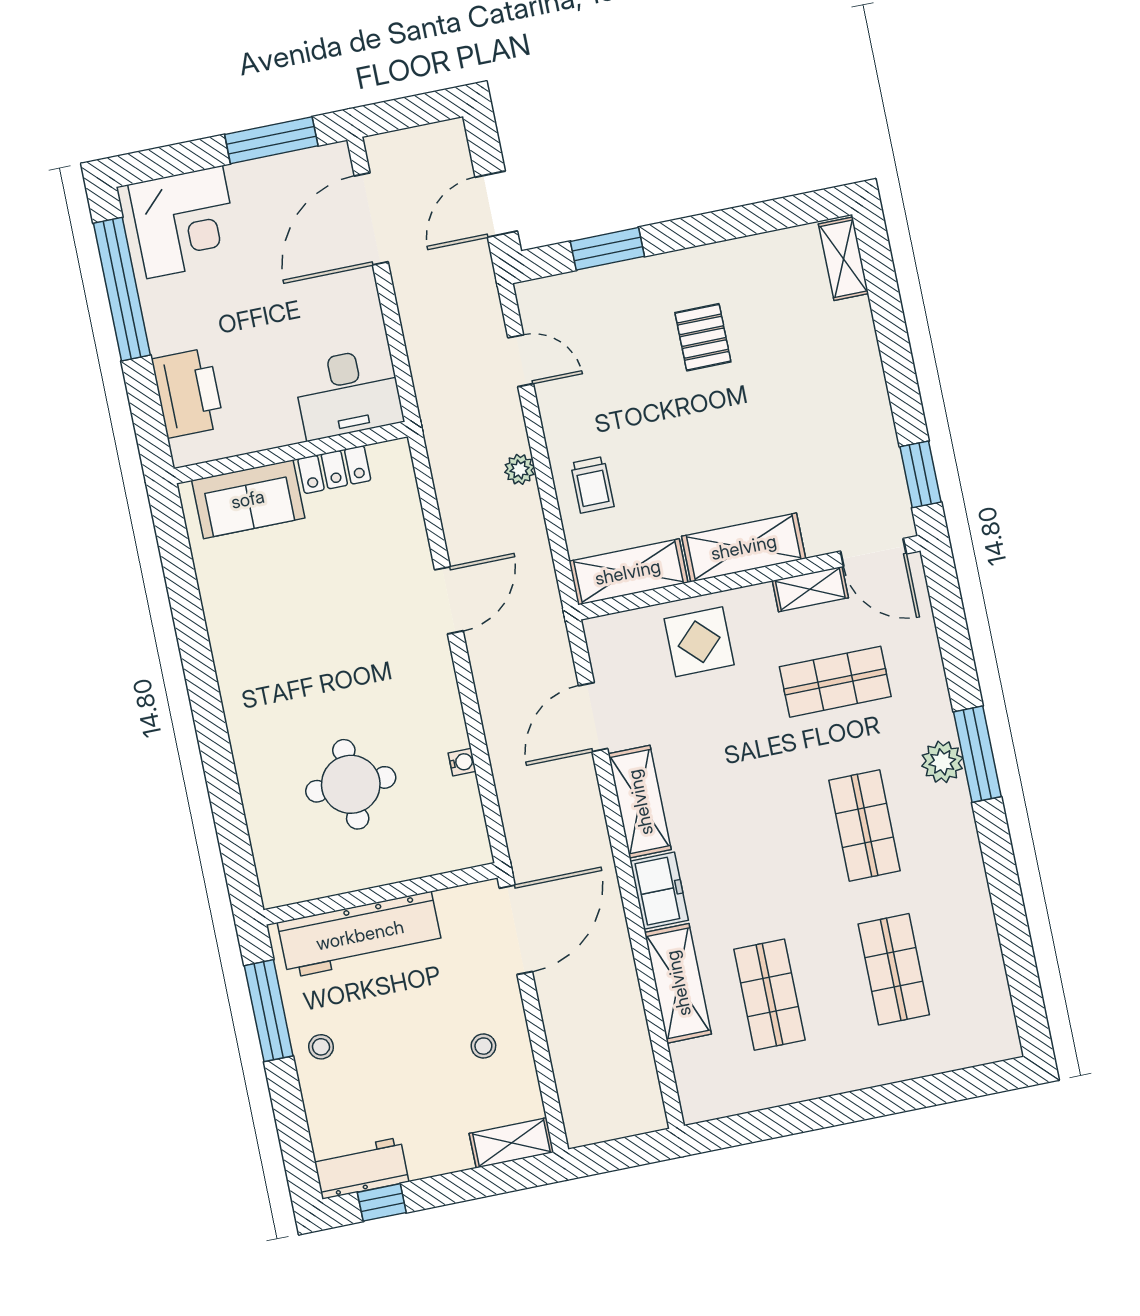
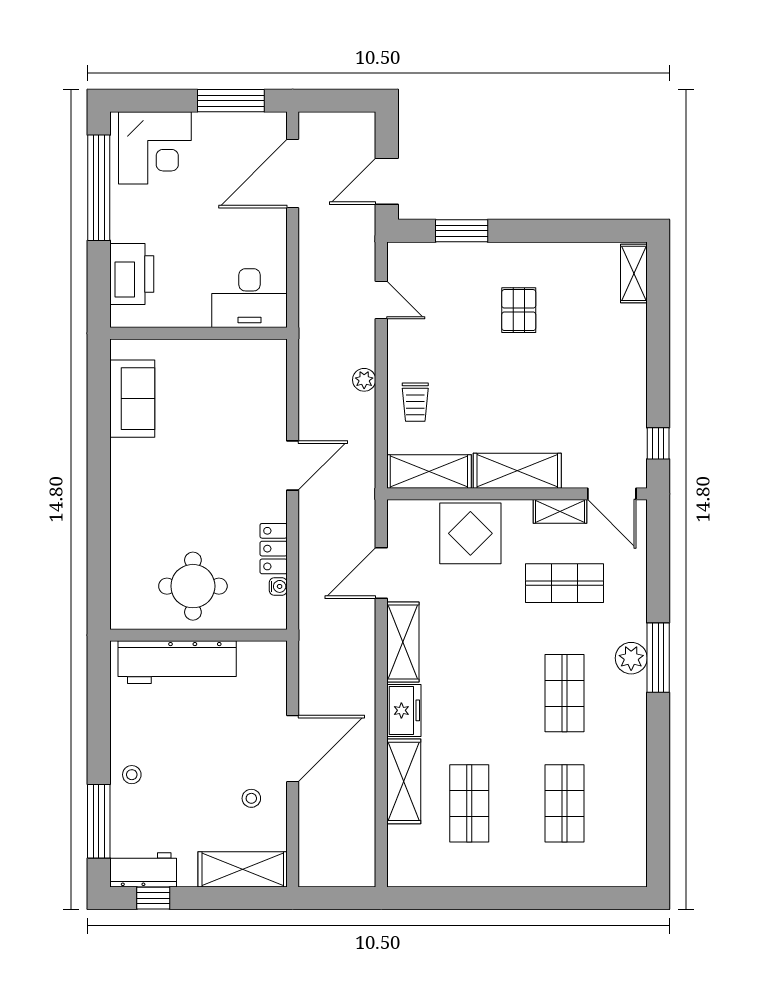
locker: (334, 470) -> (274, 549), moved, turned 90
window: (920, 474) -> (658, 443), width x0.67
sofa: (248, 499) -> (132, 399), moved, turned -90
display table: (699, 642) -> (470, 533), width x1.36, depth x1.36
wall: (381, 894) -> (198, 635), moved
door: (516, 930) -> (293, 749), moved
workbench: (360, 935) -> (177, 662), moved
window: (269, 1011) -> (99, 821), moved
shelving: (511, 1143) -> (243, 869), width x1.50, depth x1.33

